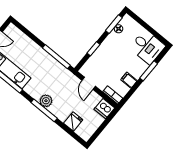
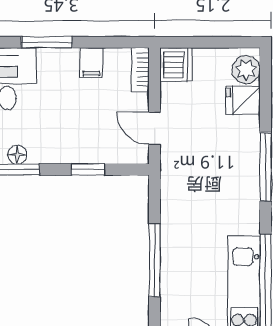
window: (56, 57) -> (155, 260), moved
door: (89, 83) -> (155, 128), swing flipped
plant: (46, 101) -> (246, 70), moved

